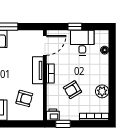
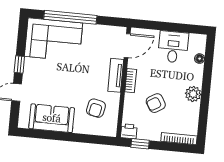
window: (75, 27) -> (166, 26), removed
plant: (102, 91) -> (193, 94), moved
armchair: (24, 98) -> (96, 108), turned 87

